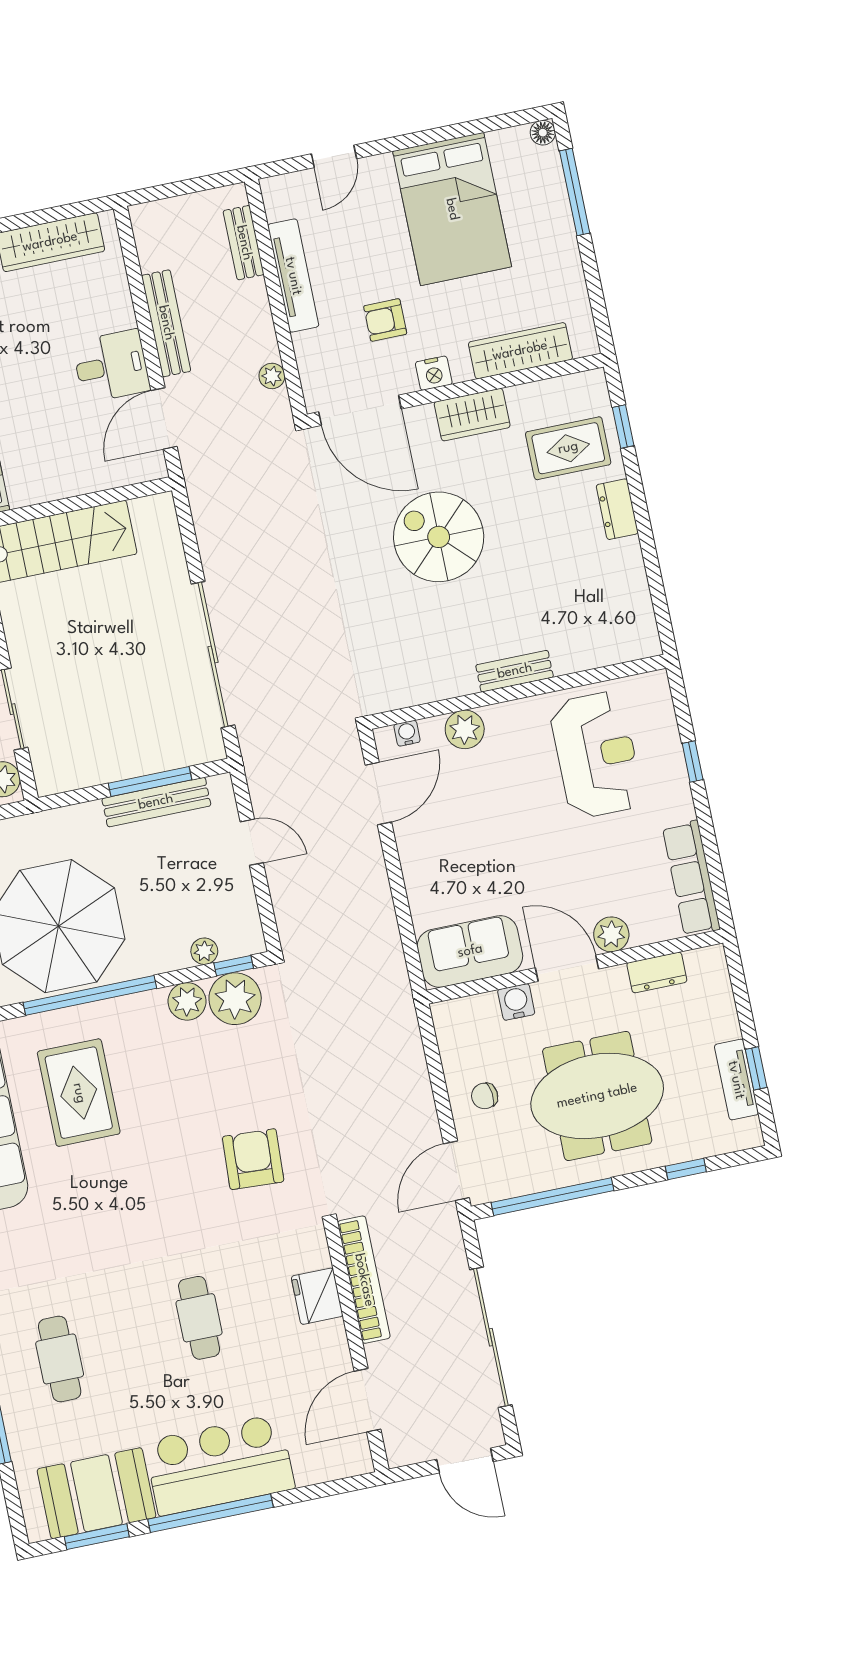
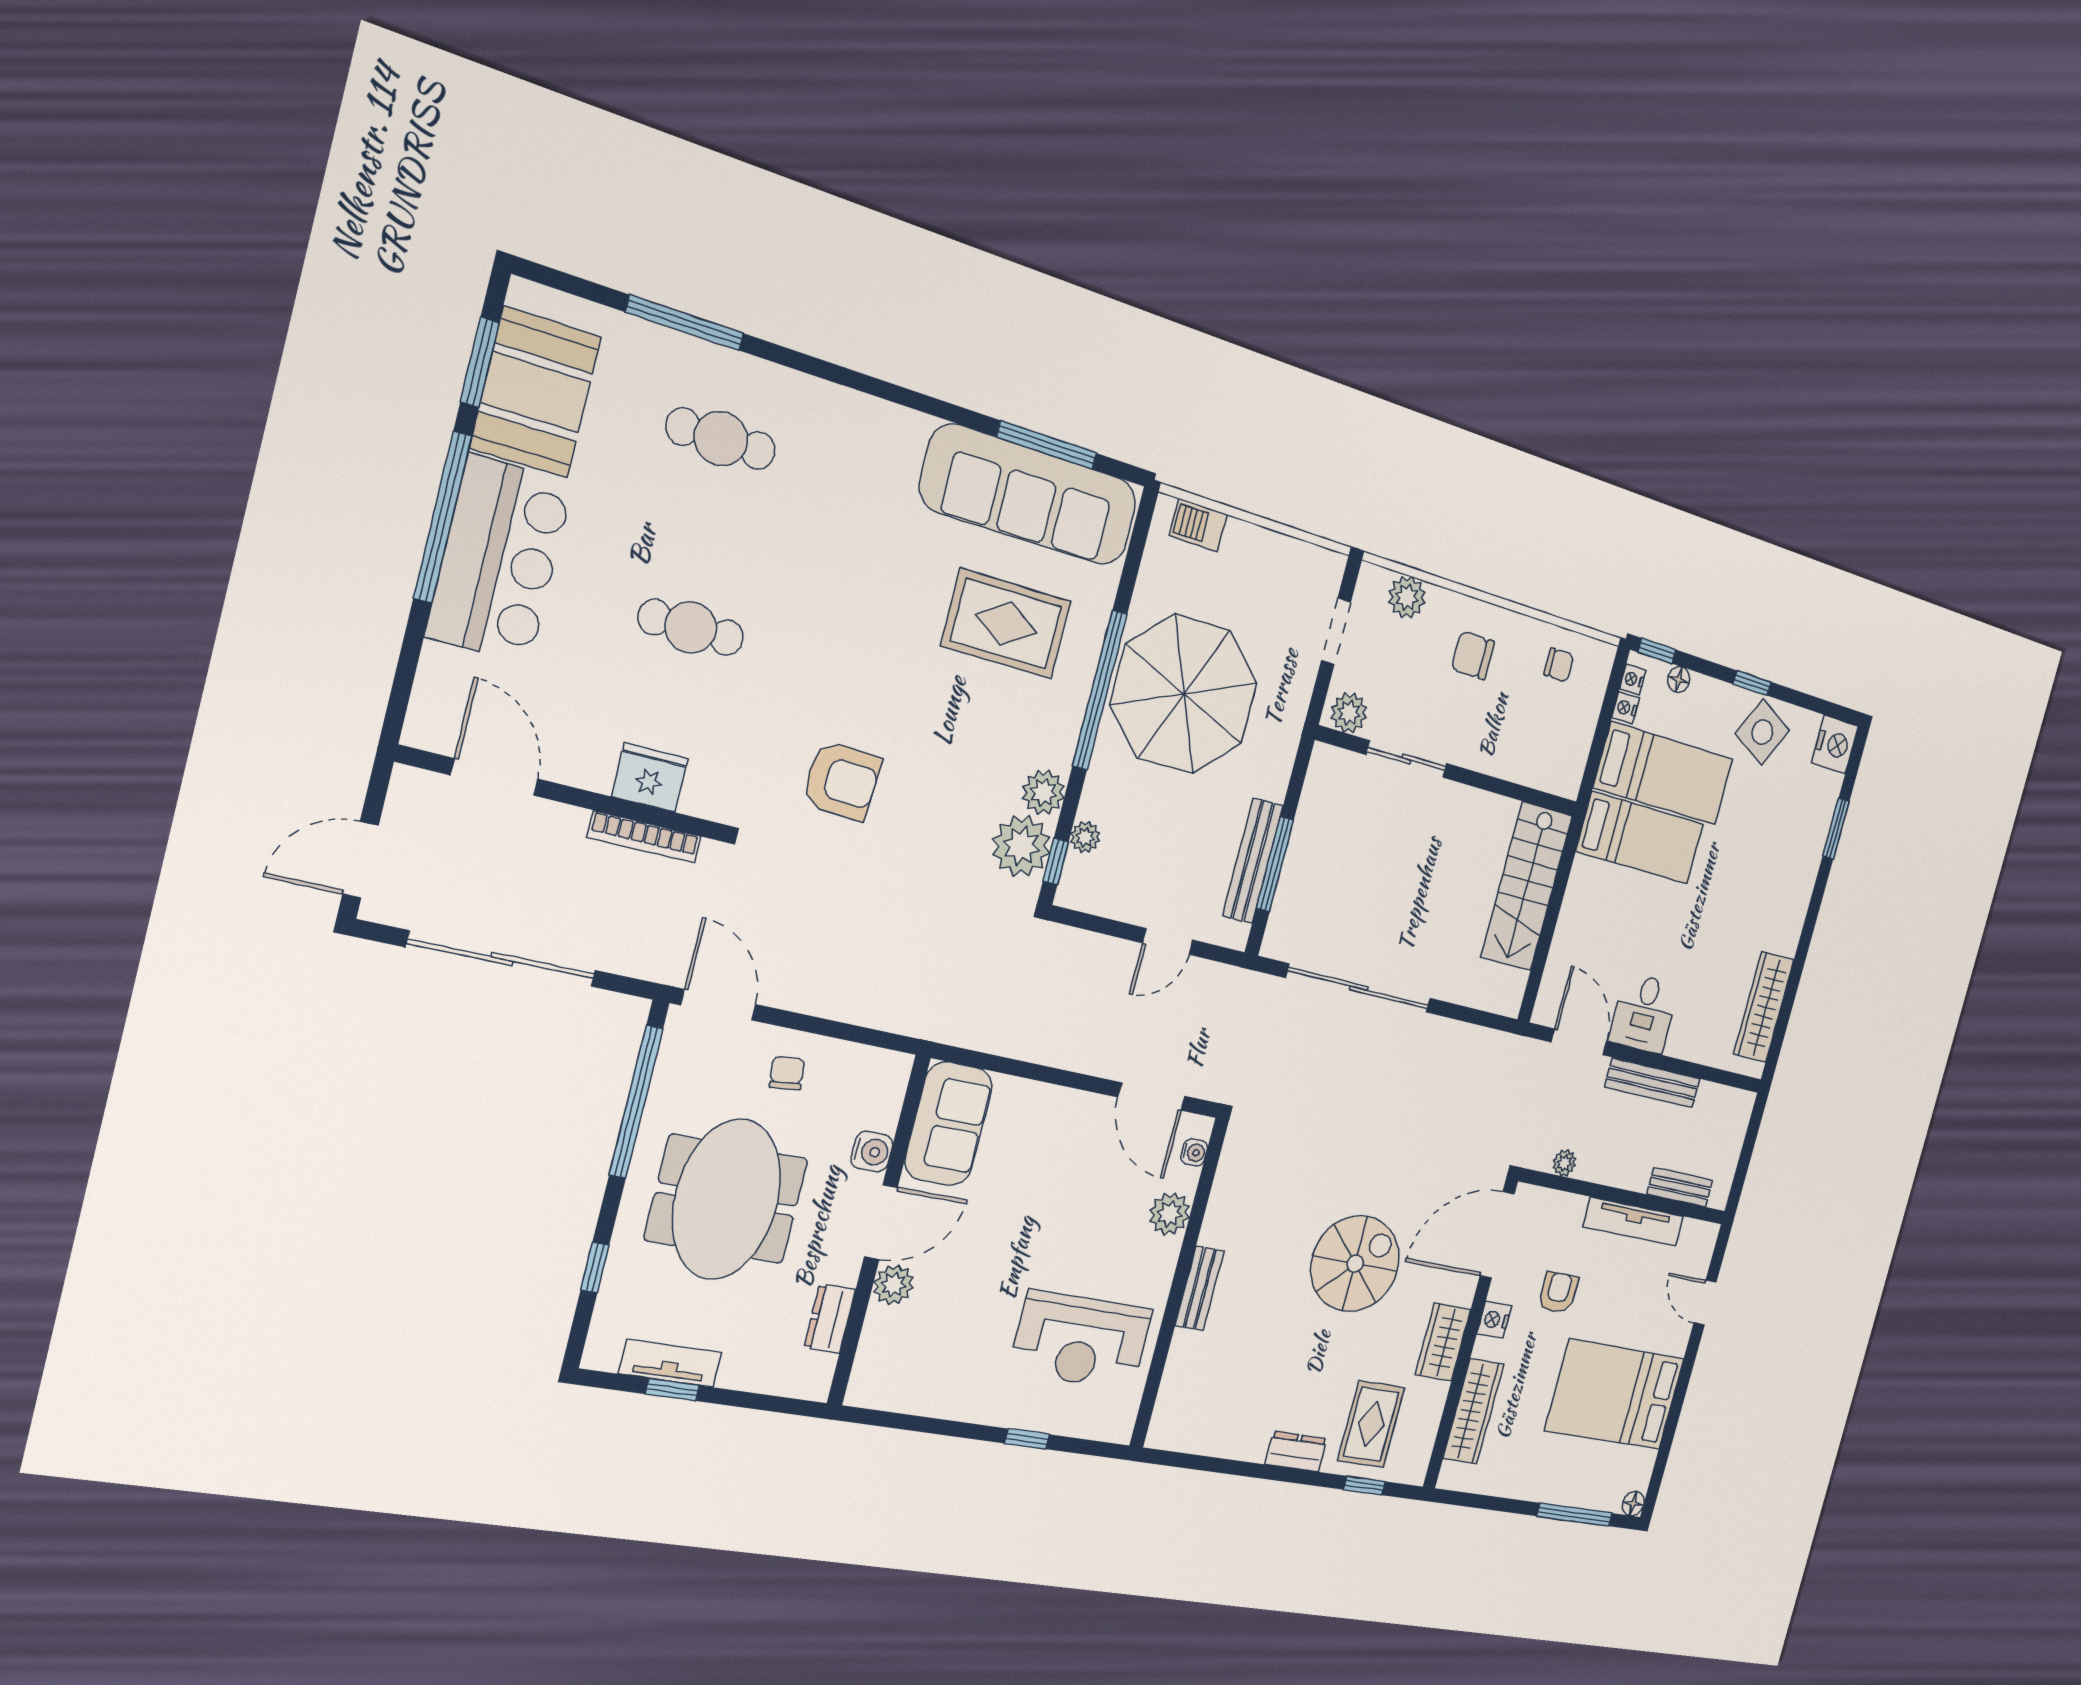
row of seats: (691, 878) -> (911, 1394), removed
bookcase: (364, 1280) -> (644, 837), width x0.68, depth x0.76

